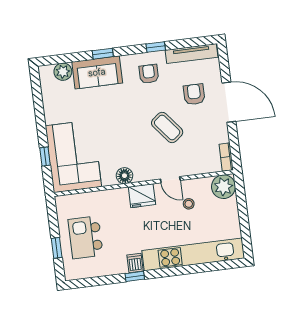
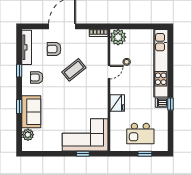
floor lamp: (124, 176) -> (102, 102), removed
fridge: (142, 196) -> (117, 103), moved

